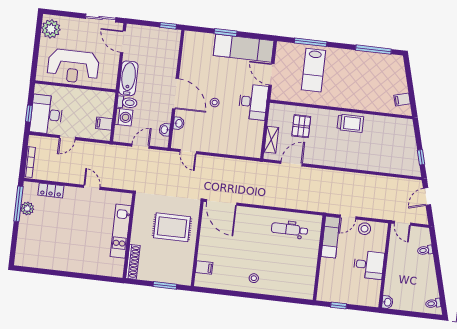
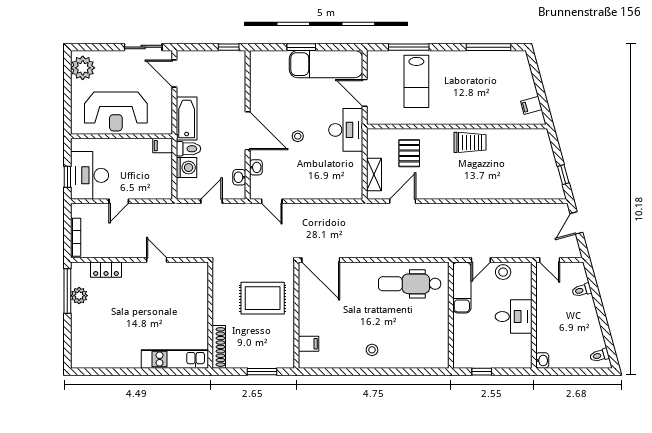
filing cabinet: (104, 124) -> (163, 146), moved
dental chair: (290, 229) -> (410, 284), width x1.36, depth x1.38
kitchen unit: (121, 231) -> (175, 359), moved, turned 90

